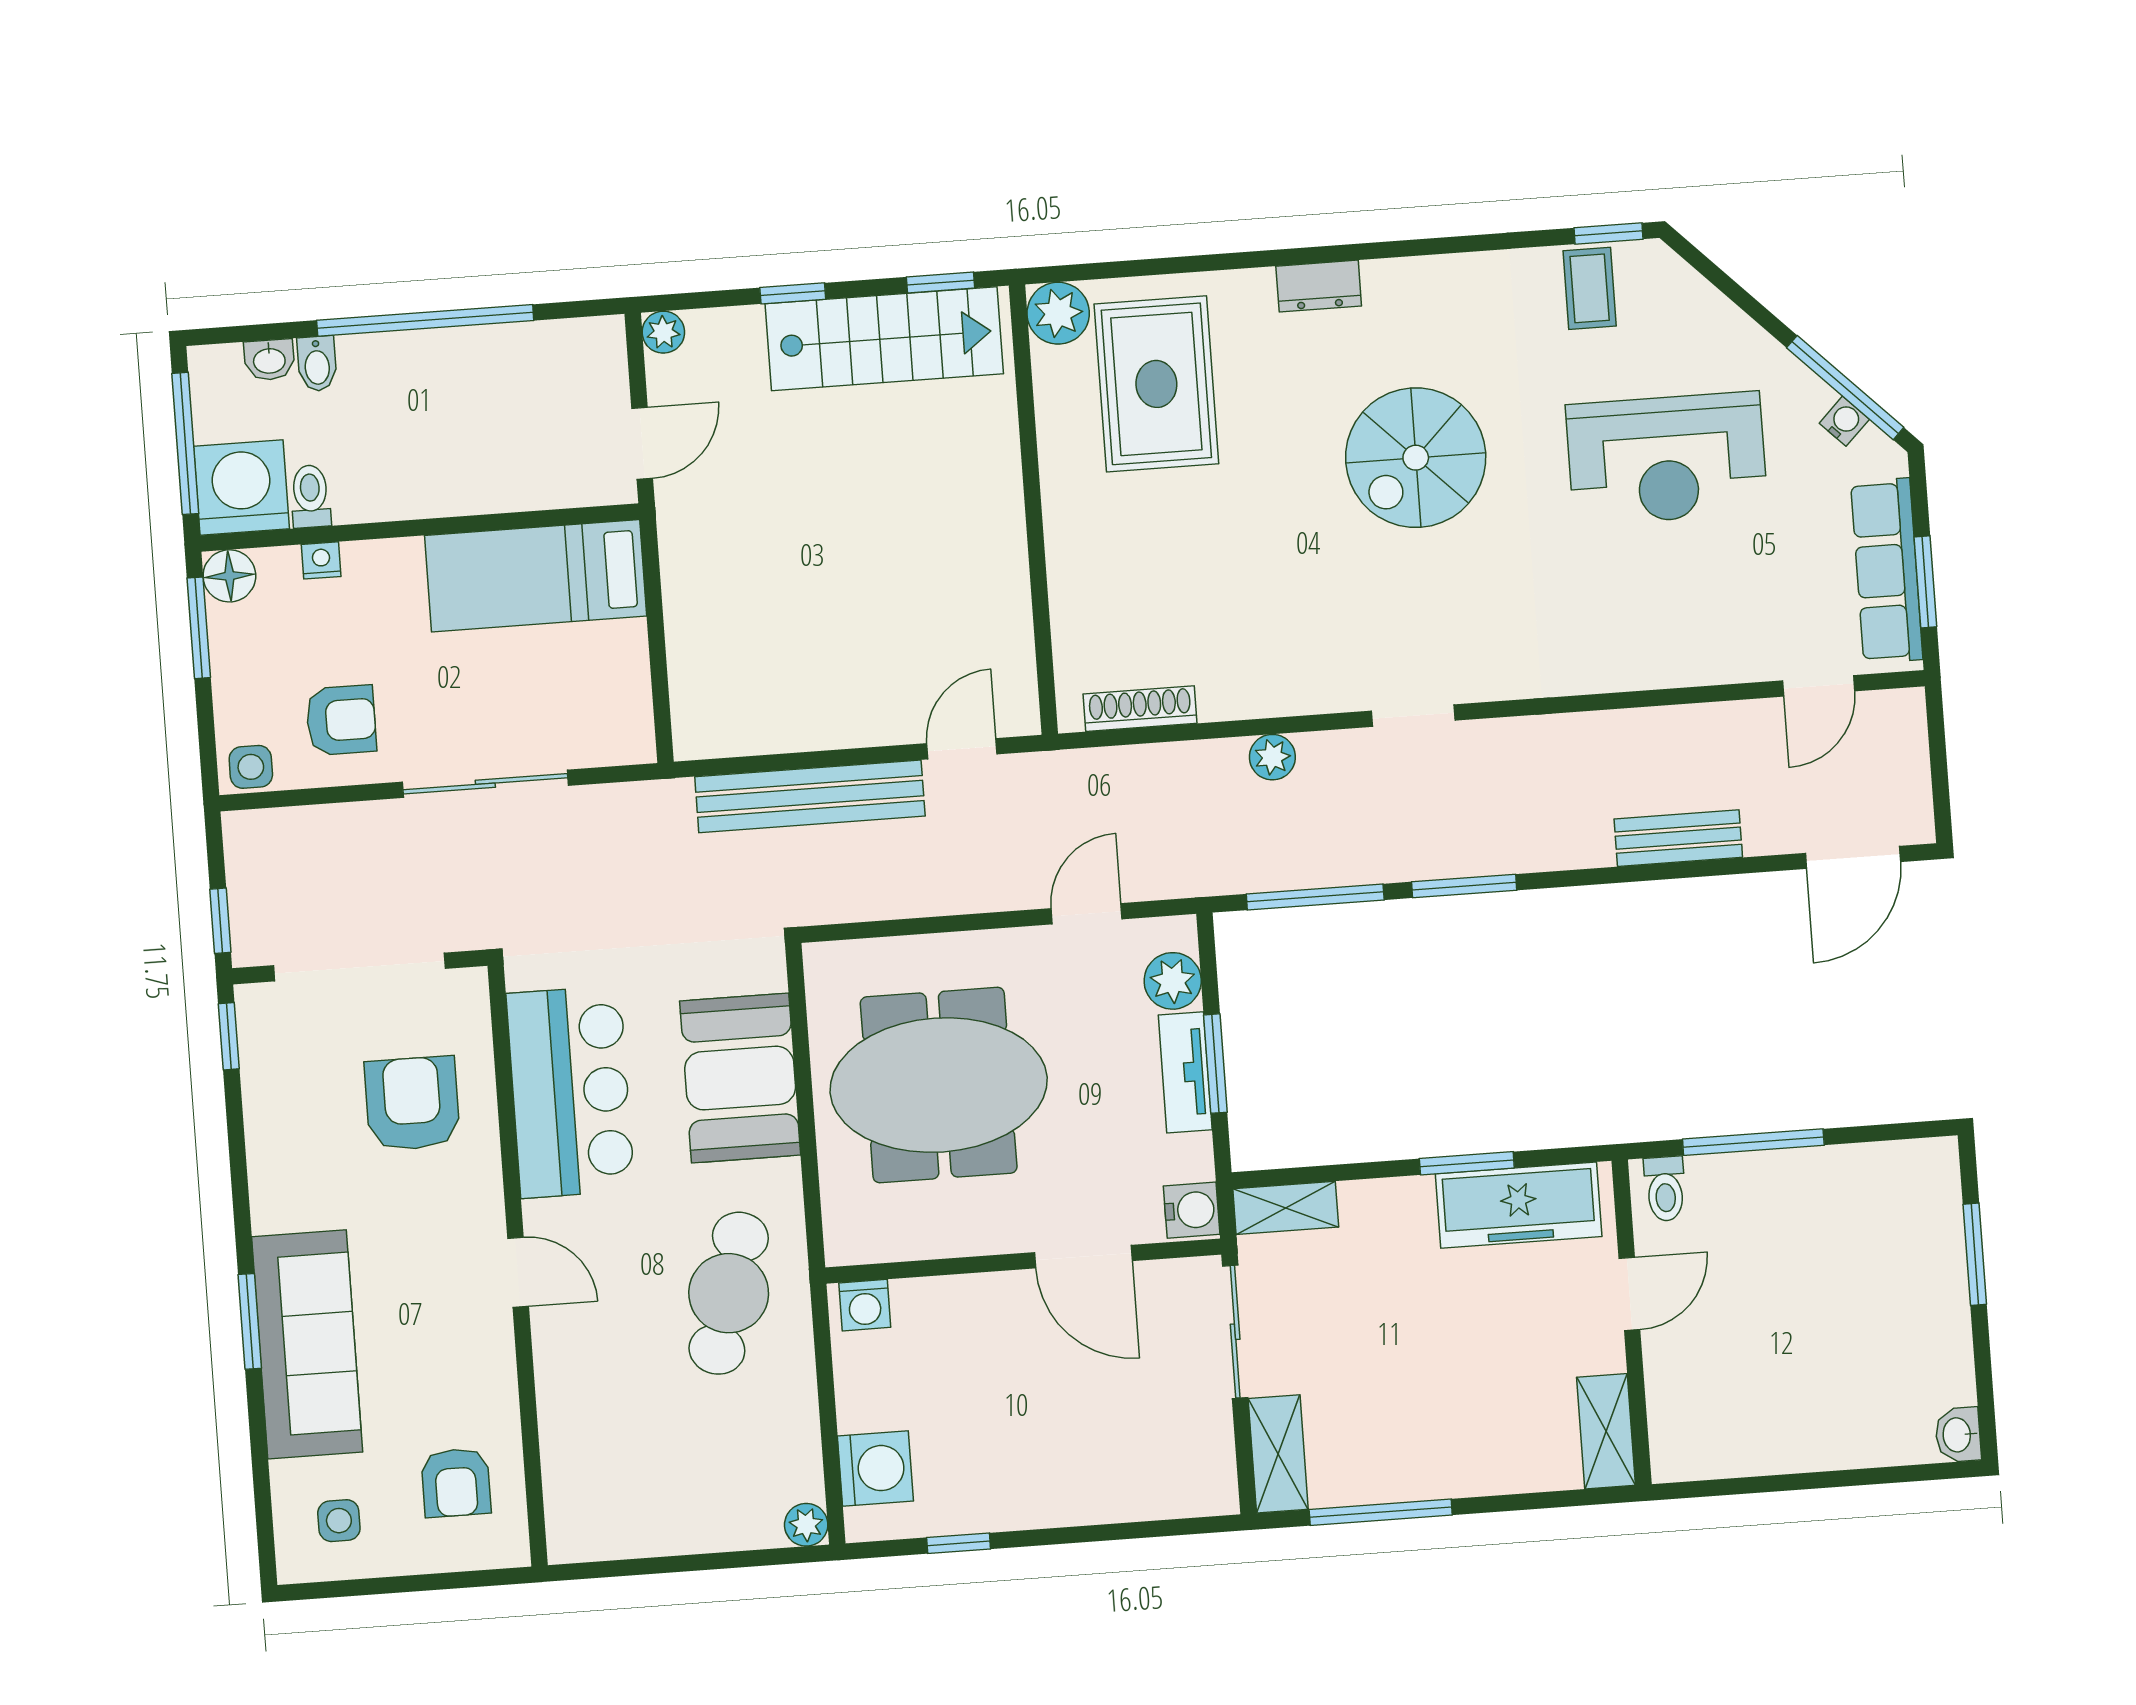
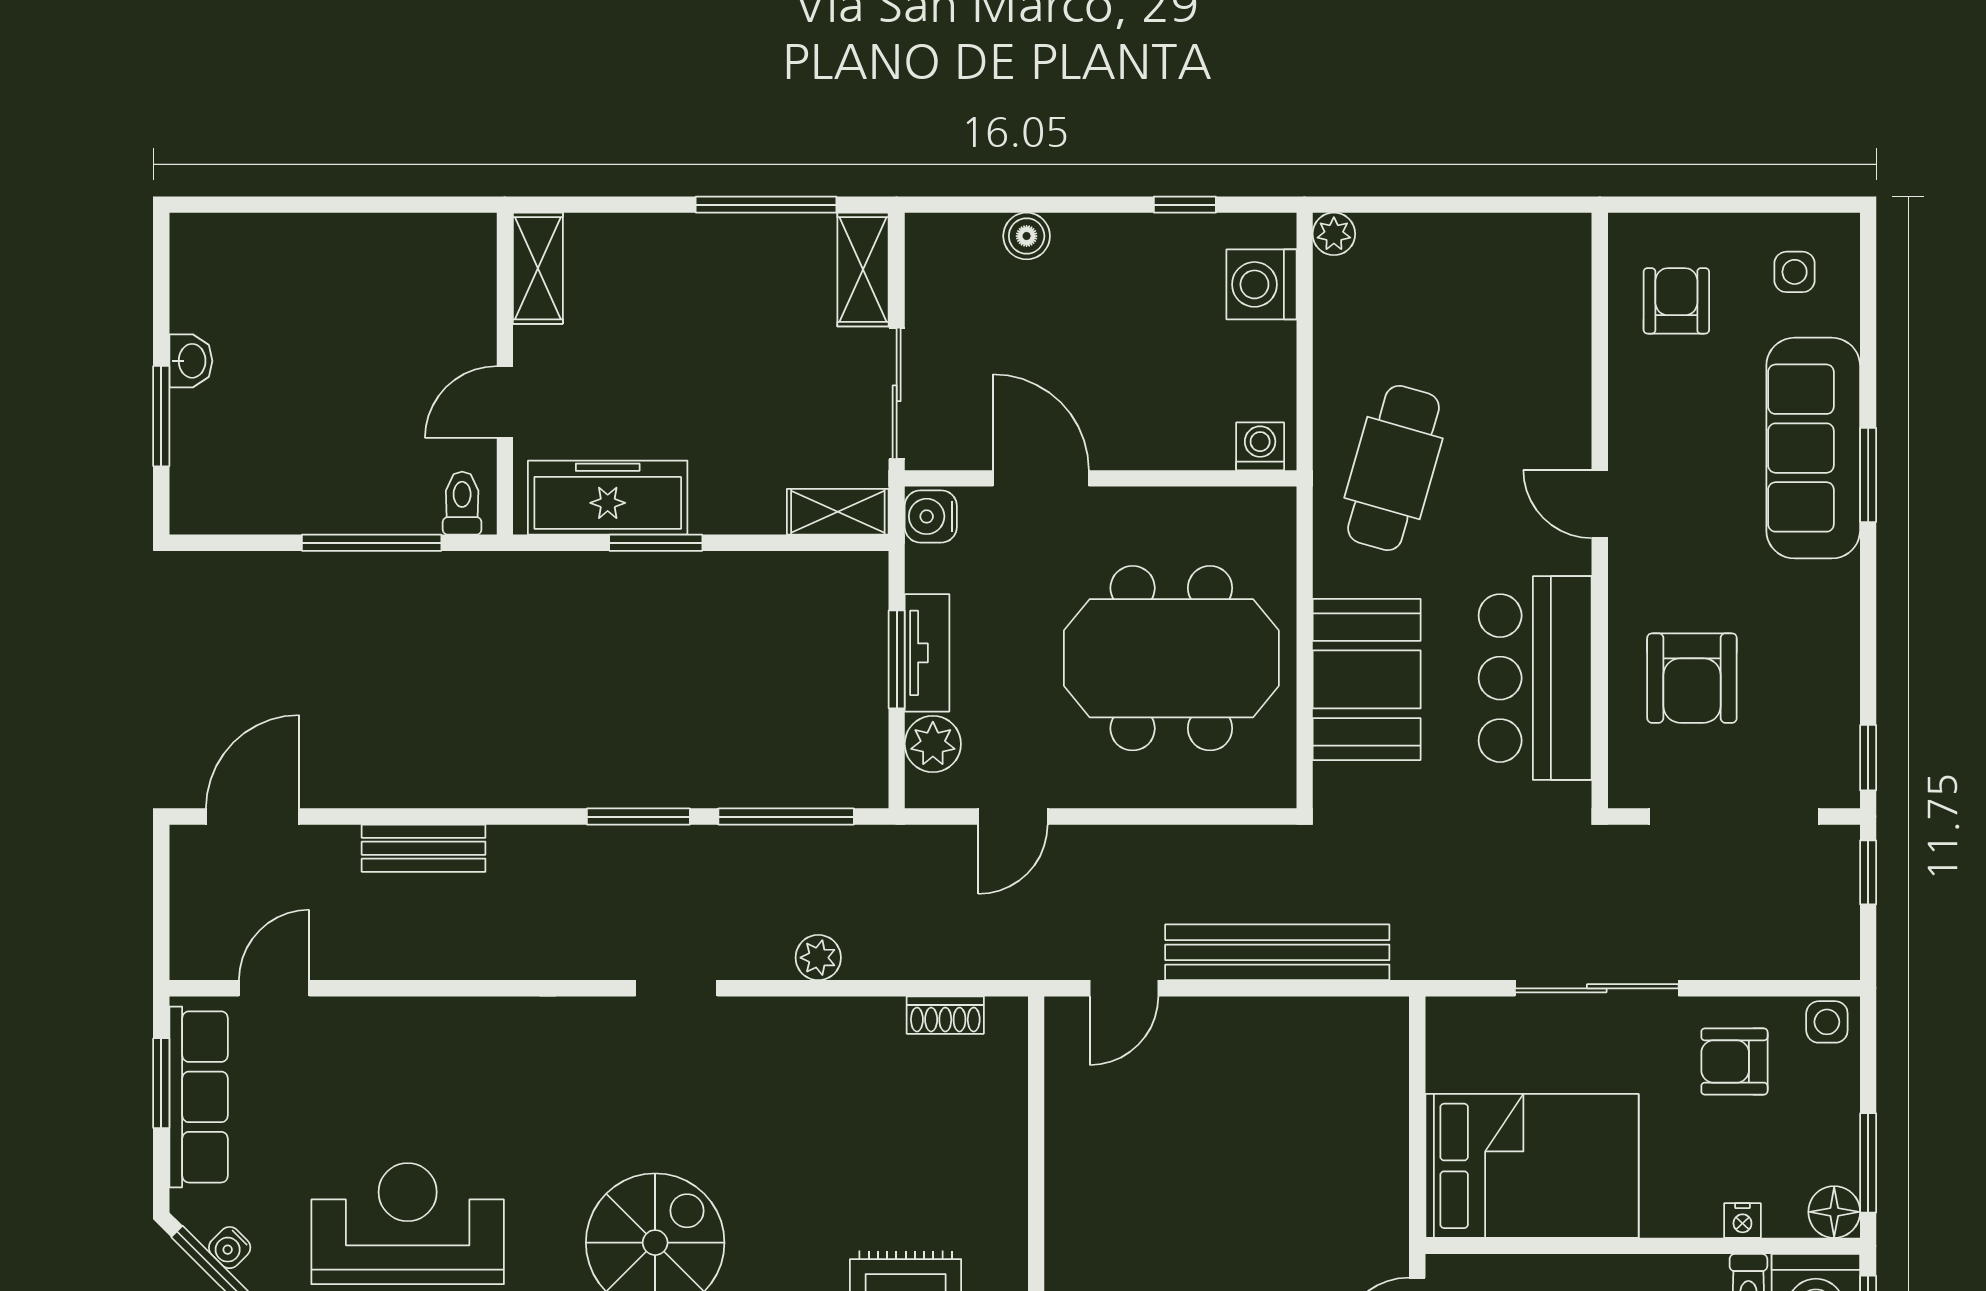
bed: (536, 576) -> (1532, 1166), width x1.50
shoe rack: (1140, 709) -> (945, 1015), width x0.70
washbasin: (1958, 1435) -> (191, 361), moved
boiler: (1116, 1500) -> (1027, 236), added

